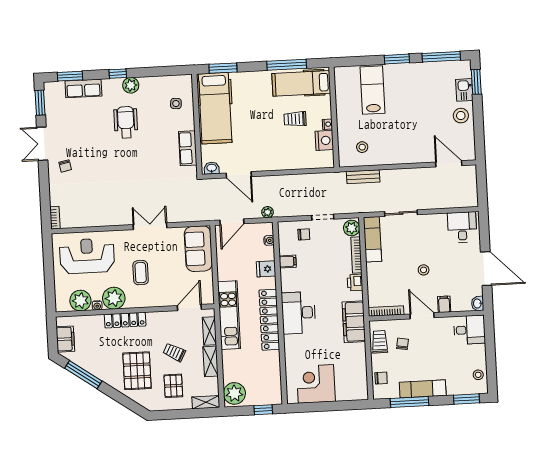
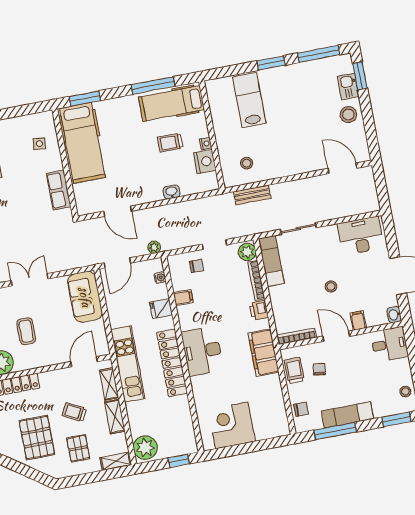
washbasin: (212, 168) -> (172, 192), moved
desk: (462, 227) -> (361, 236), width x1.37

